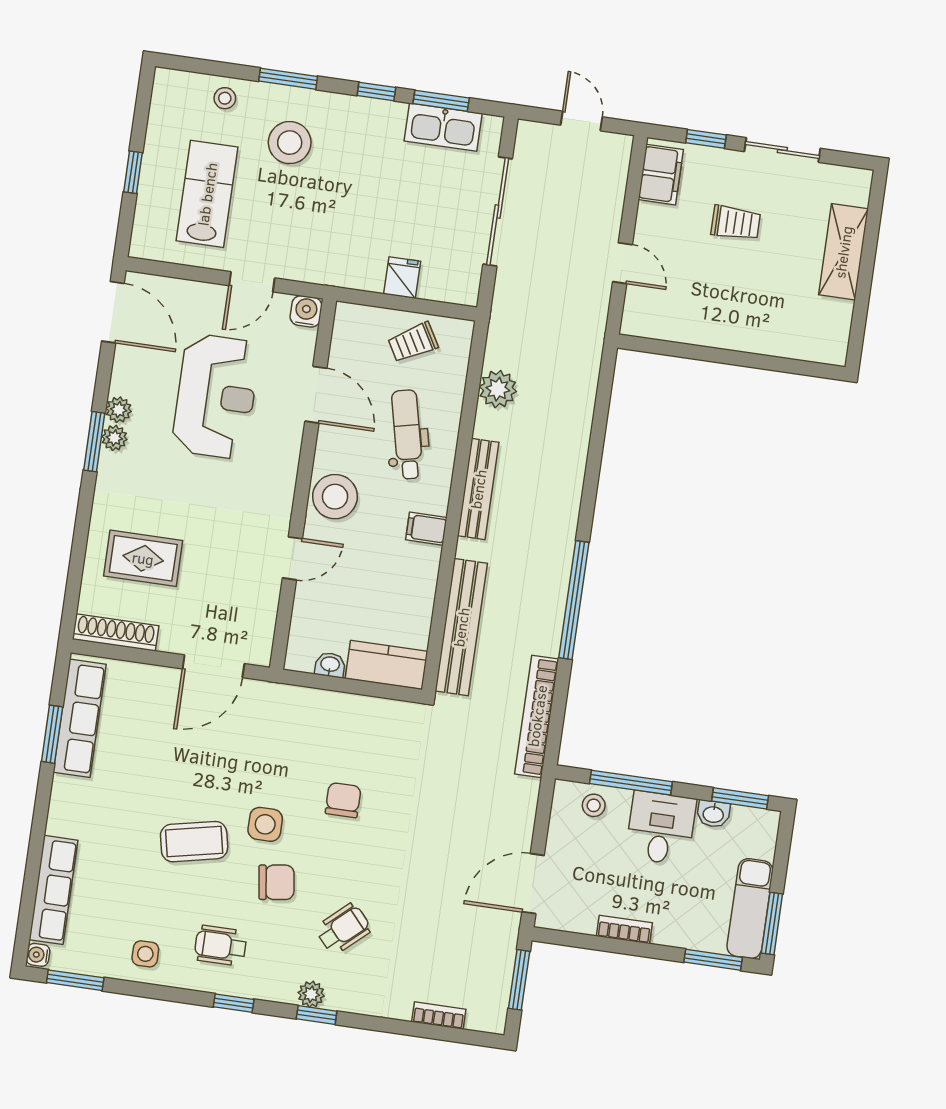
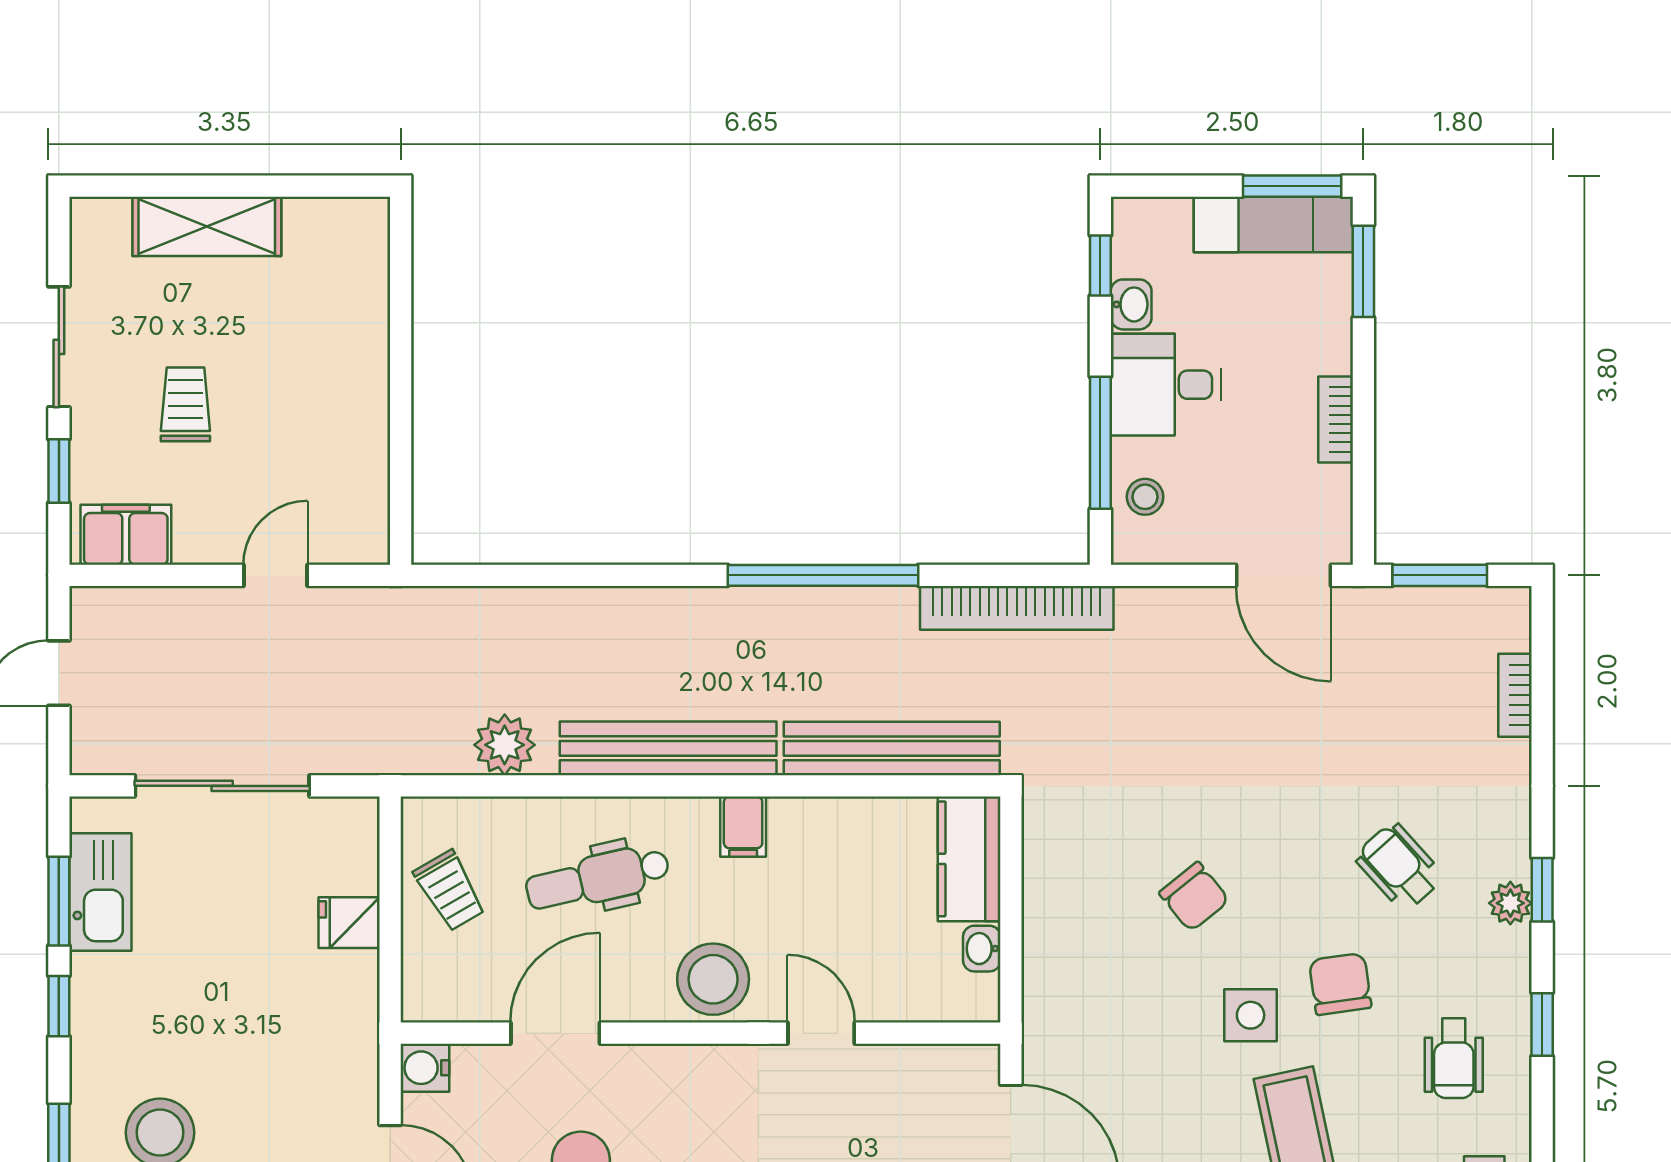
bench: (478, 489) -> (668, 748), width x1.37, depth x1.21
window: (740, 798) -> (1100, 265), width x0.67
chair: (343, 800) -> (1194, 897), turned -129

